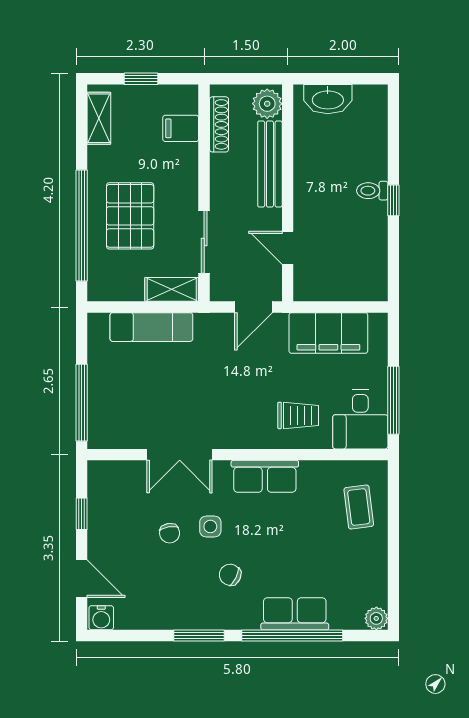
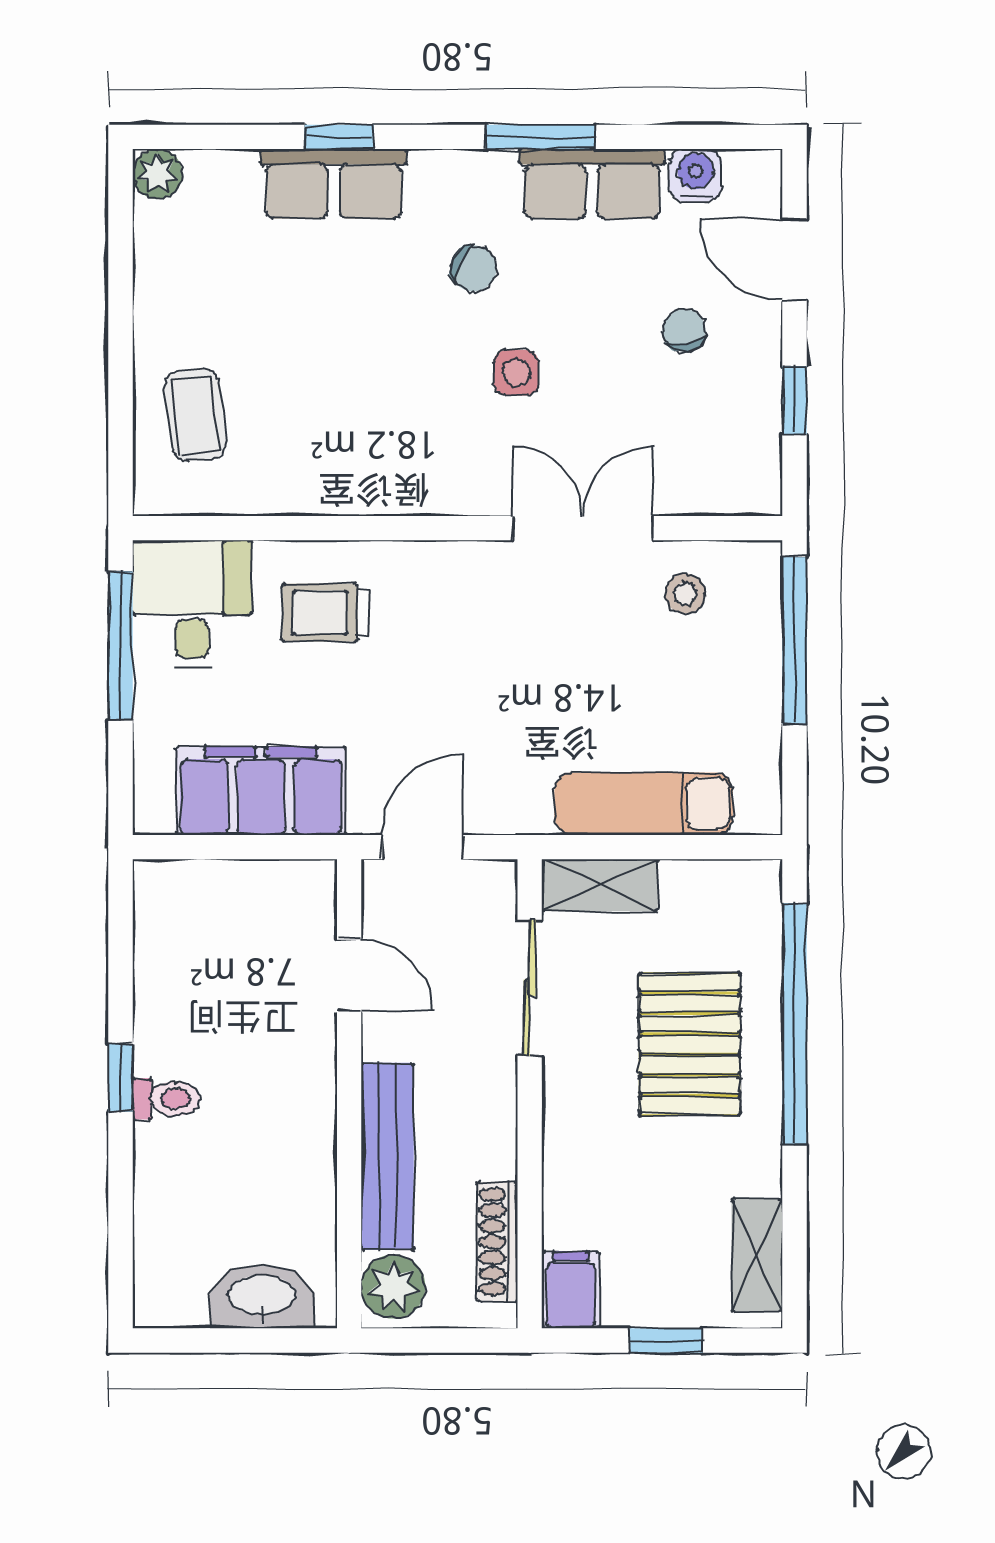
filing cabinet: (181, 128) -> (571, 1290), moved, turned -90
stool: (132, 424) -> (685, 594), added
row of seats: (265, 476) -> (592, 184), moved, turned 180
chair: (170, 533) -> (684, 330), moved
water cooler: (101, 618) -> (696, 175), moved
window: (292, 636) -> (339, 137), width x0.32

